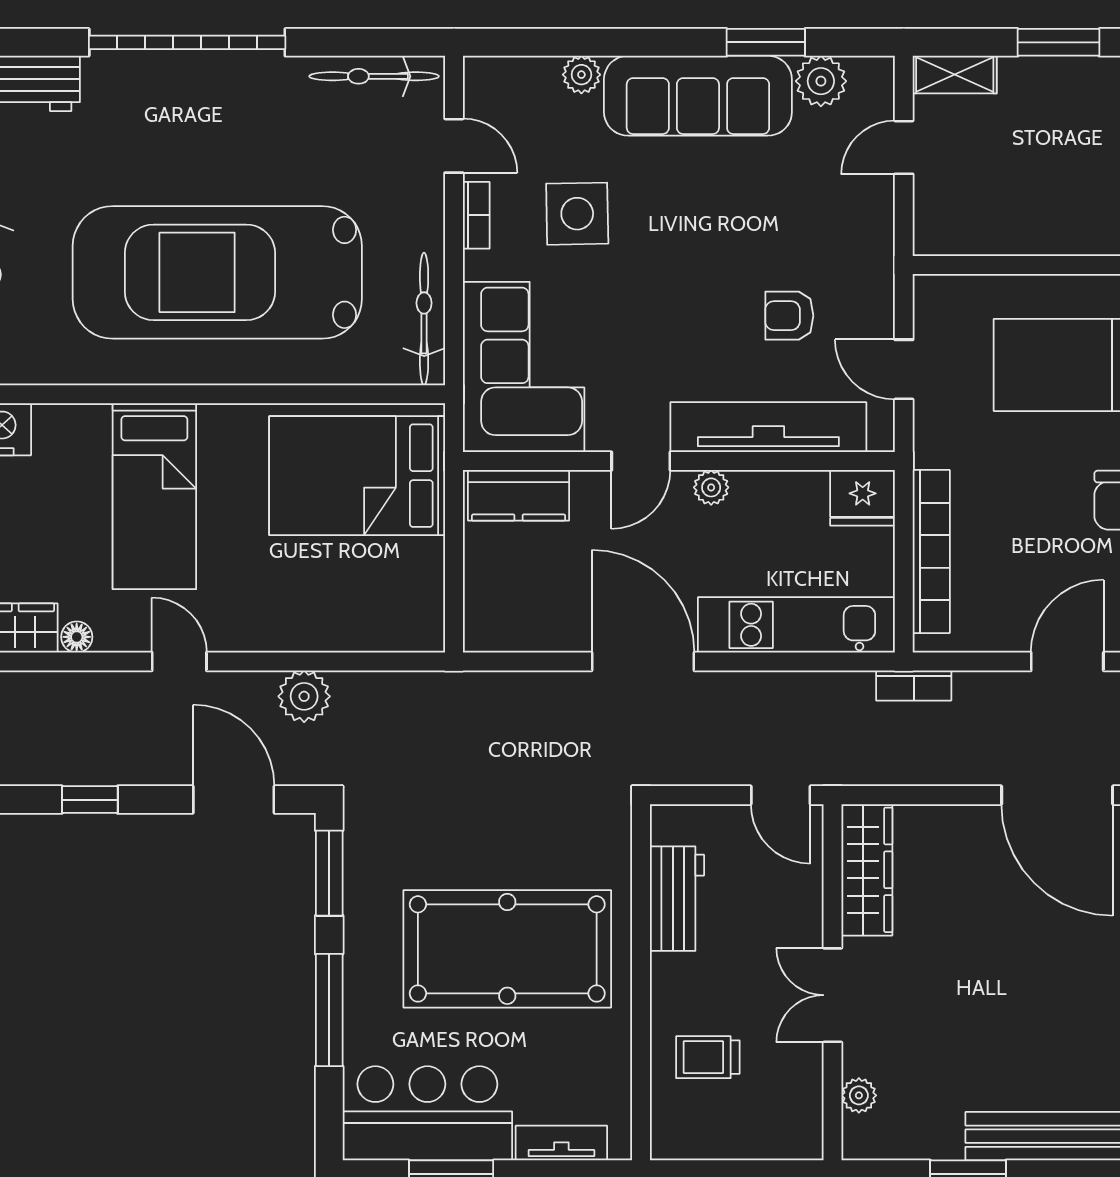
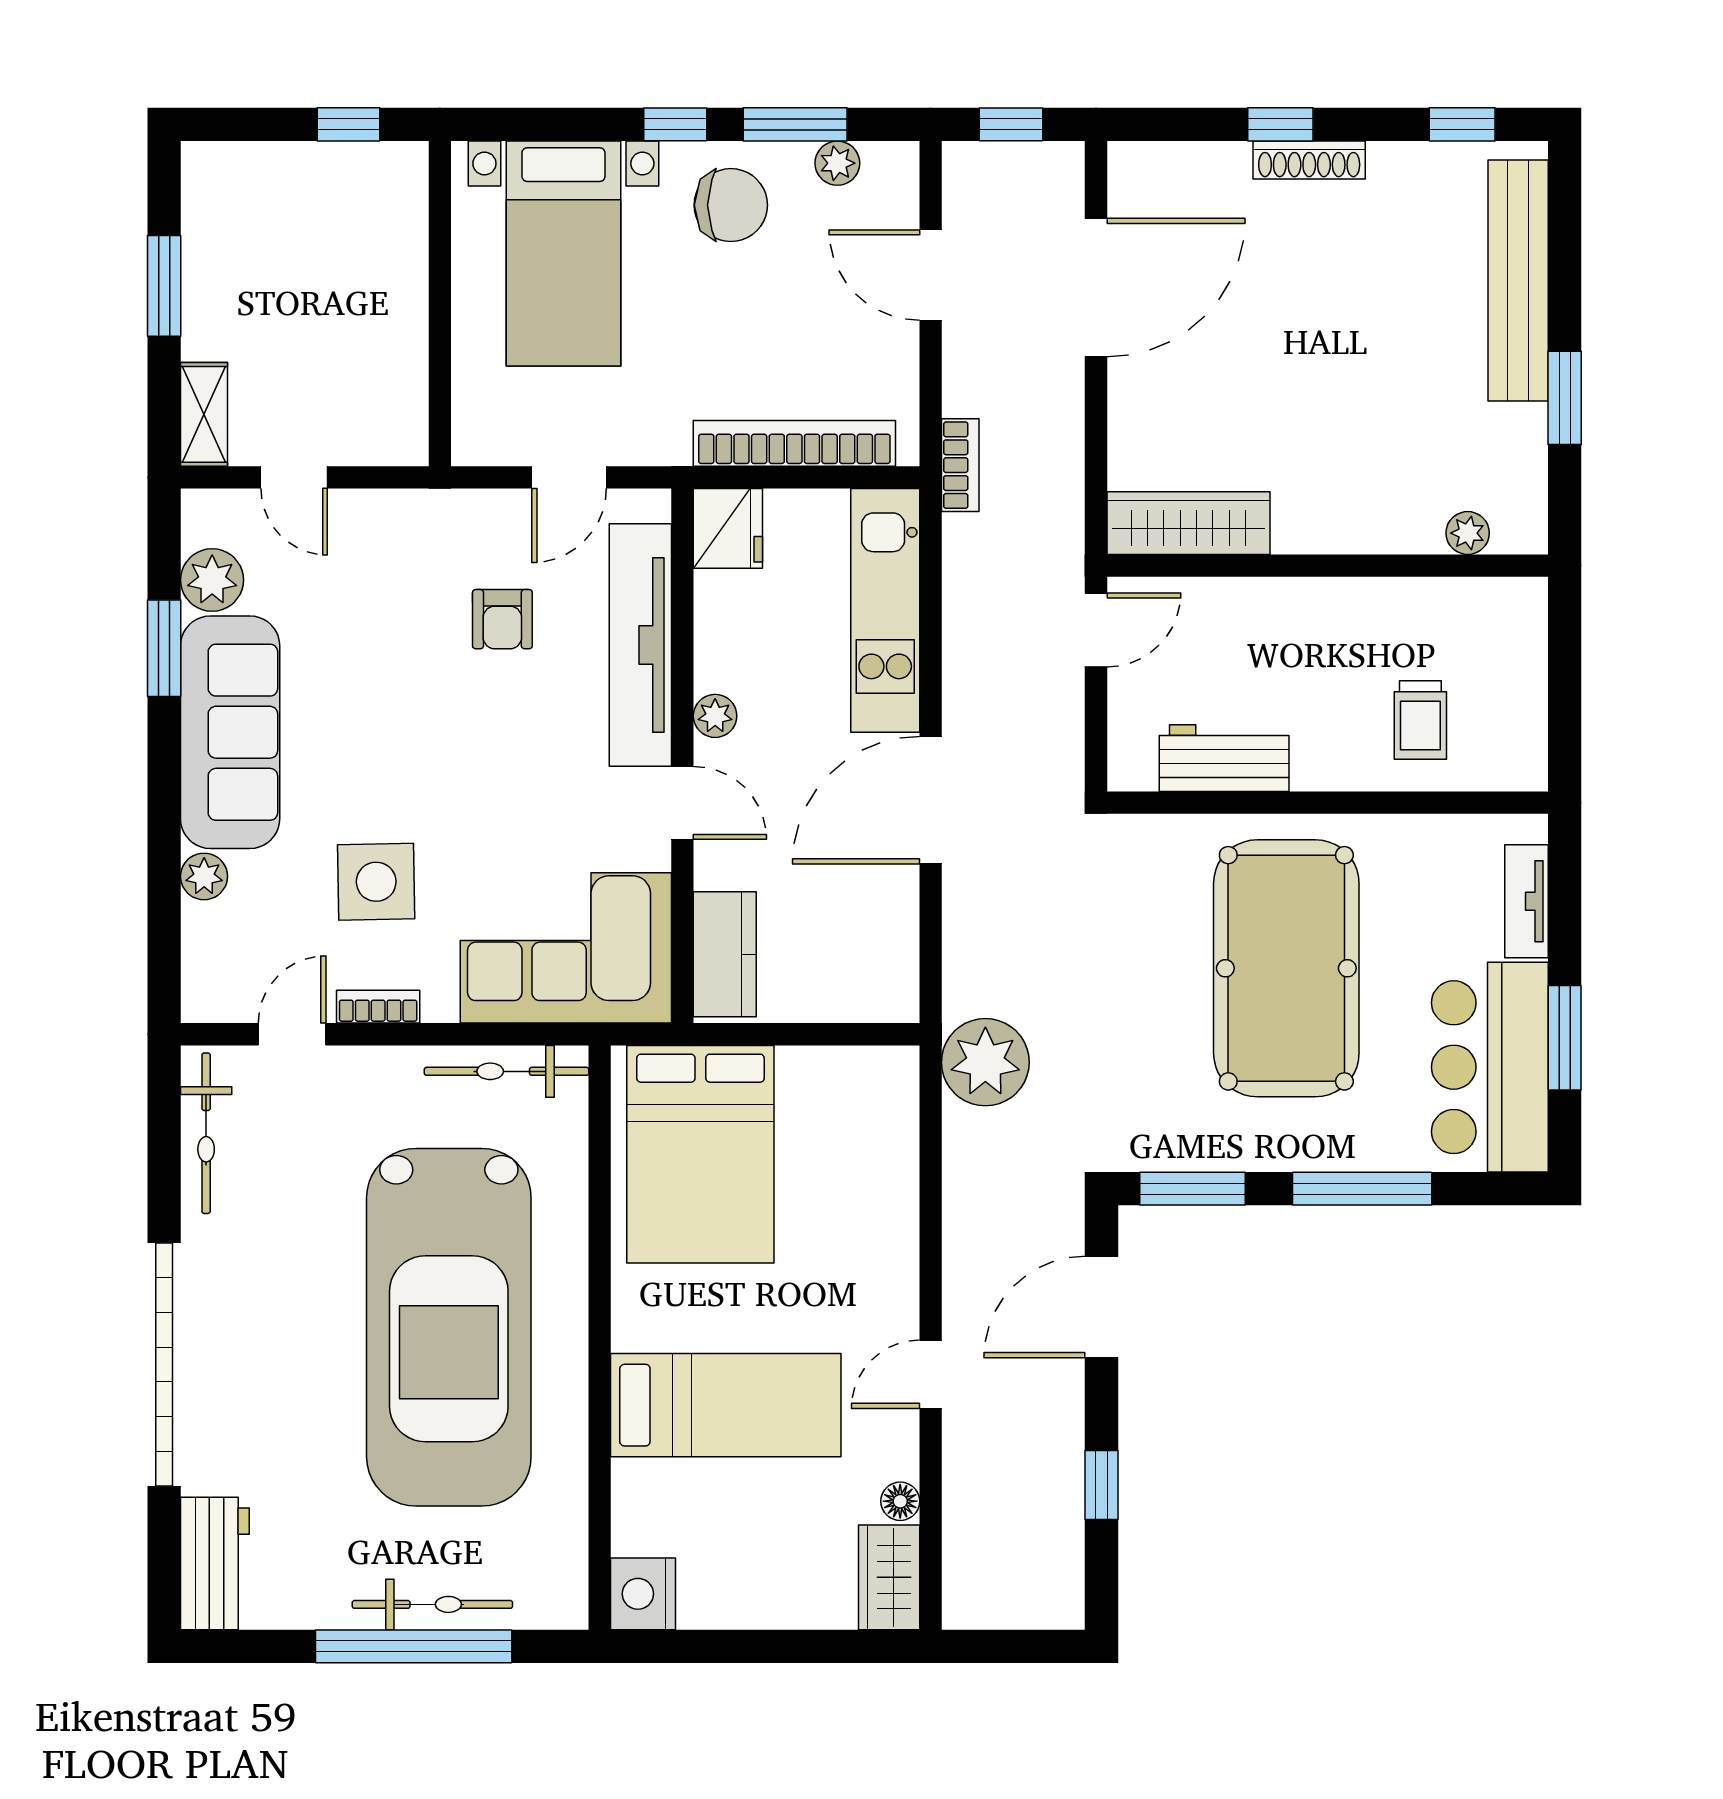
plant: (304, 696) -> (985, 1062), moved, width x1.36, depth x1.36
double door: (833, 995) -> (1344, 566), removed

